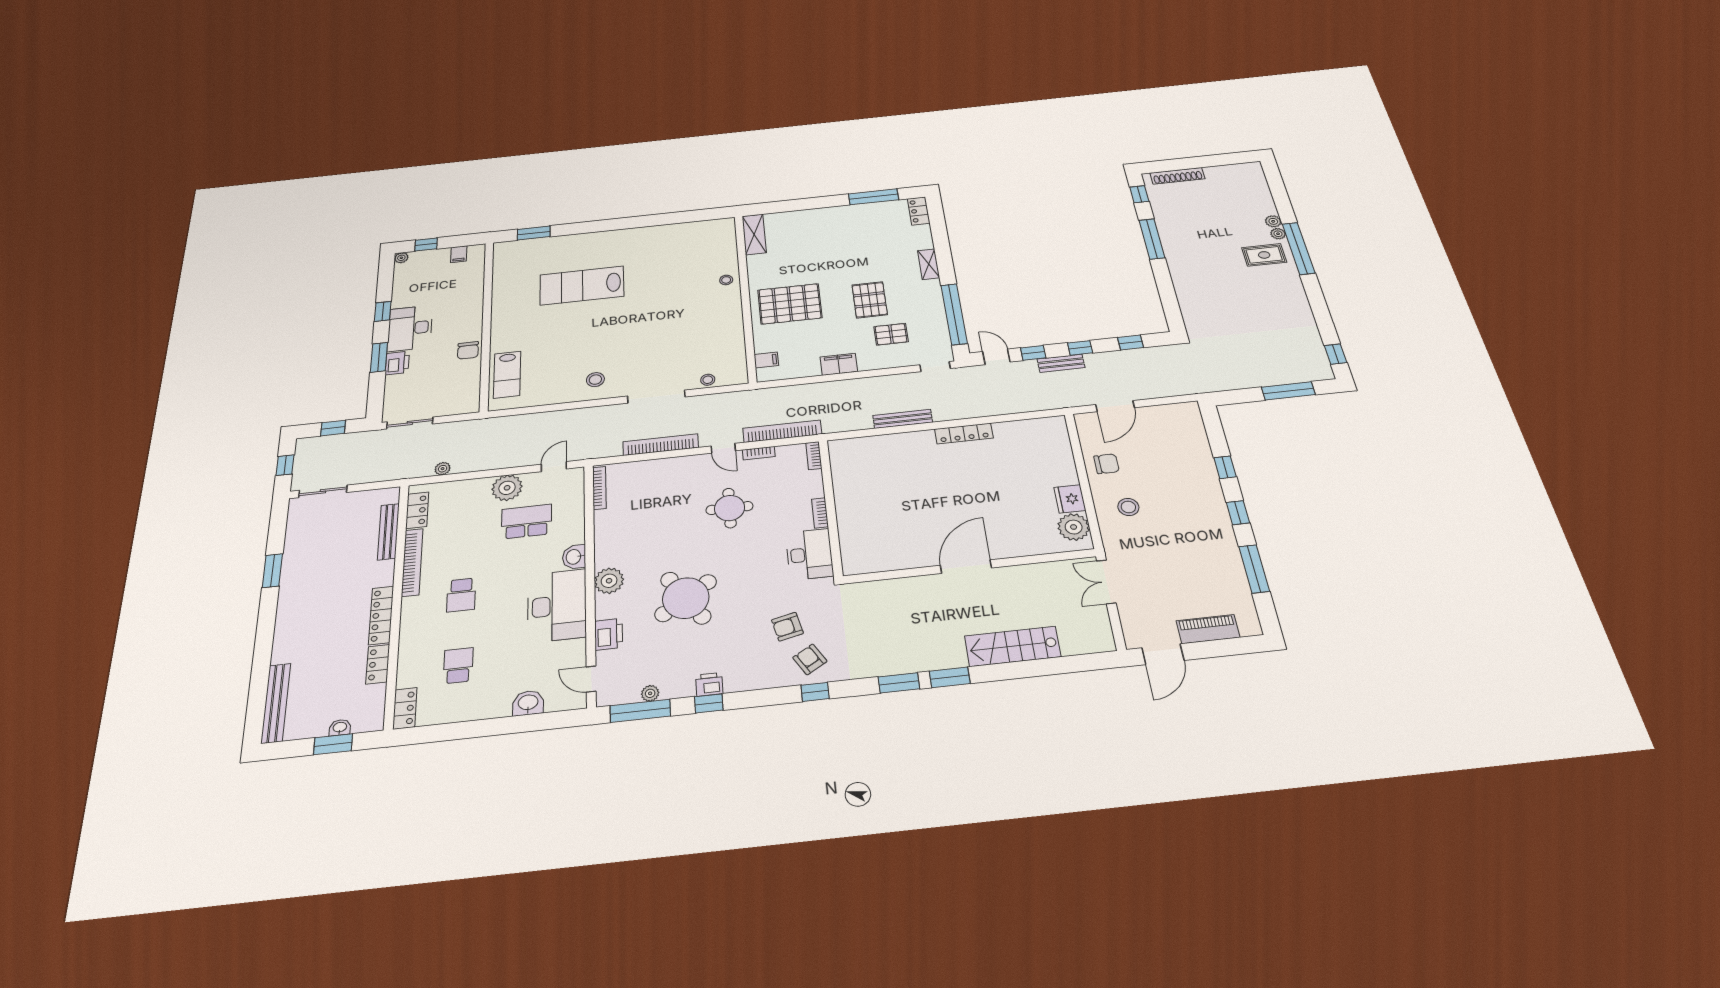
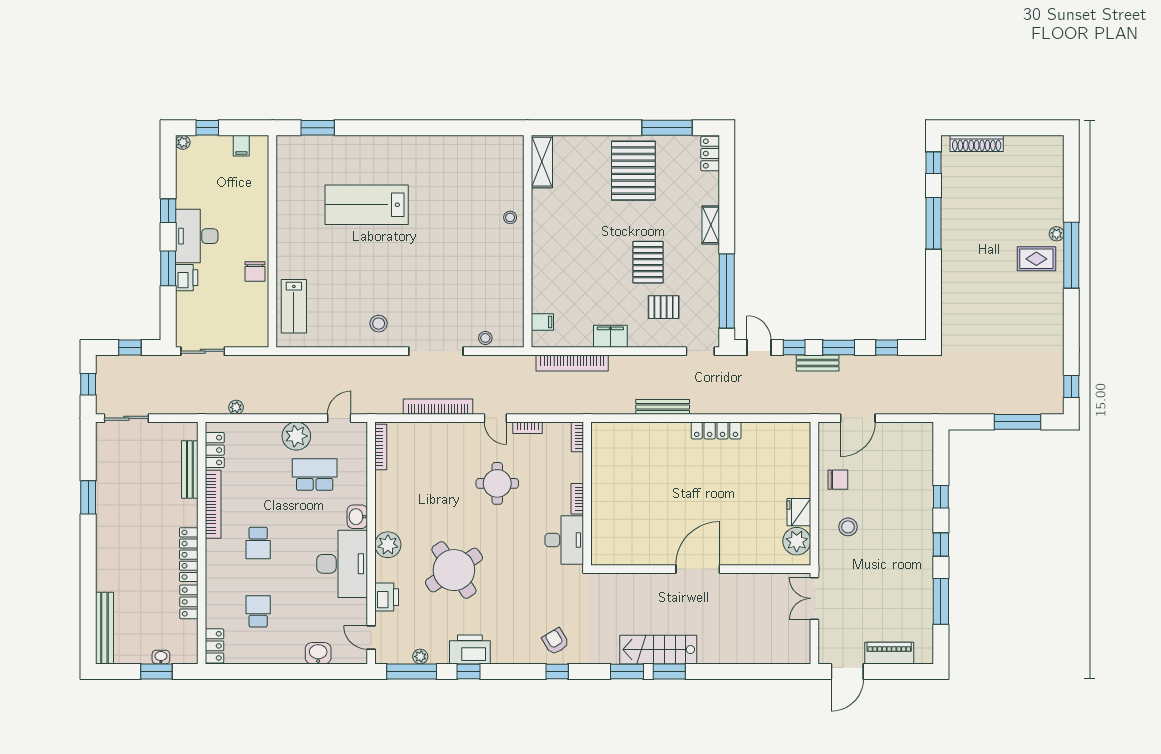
plant: (1273, 221) -> (1056, 217), removed
pallet: (790, 304) -> (633, 171), moved, turned 90
window: (1080, 348) -> (839, 347), width x1.50
bookcase: (782, 431) -> (572, 363), moved, turned 180
armchair: (787, 627) -> (539, 608), removed
stairs: (1013, 646) -> (658, 650), moved
printer: (709, 684) -> (470, 649), width x1.87, depth x1.48

